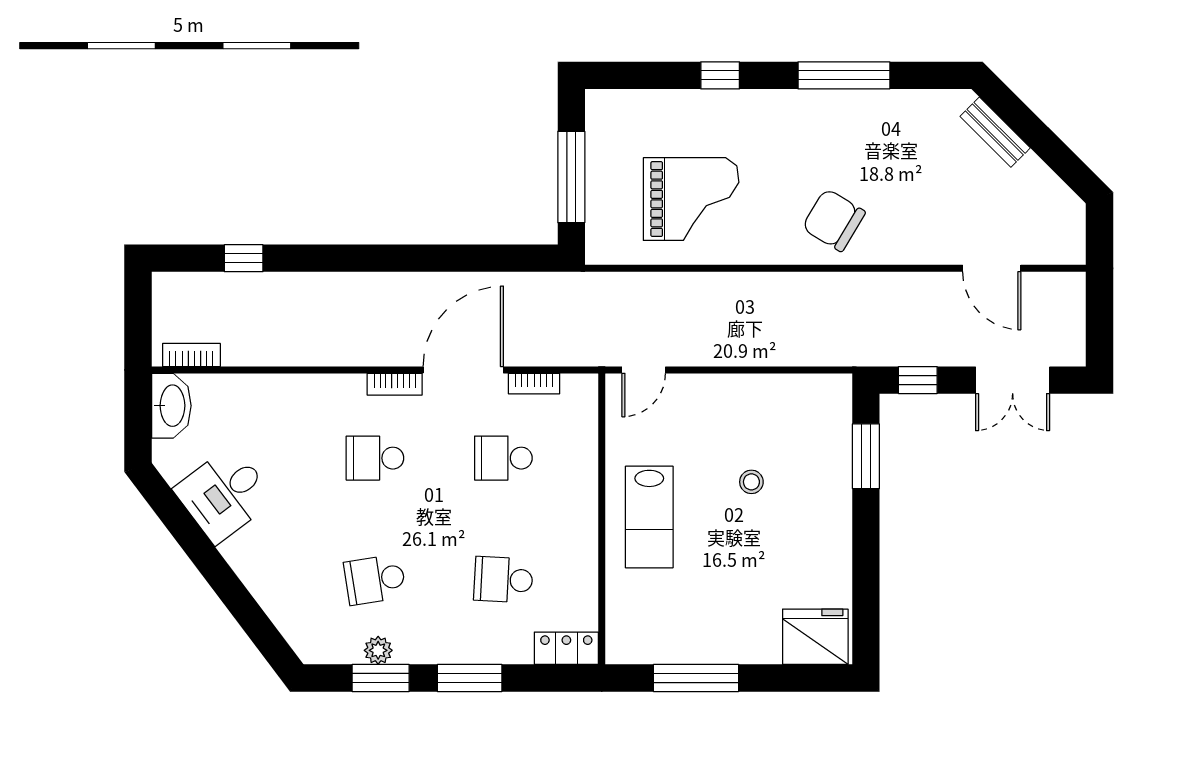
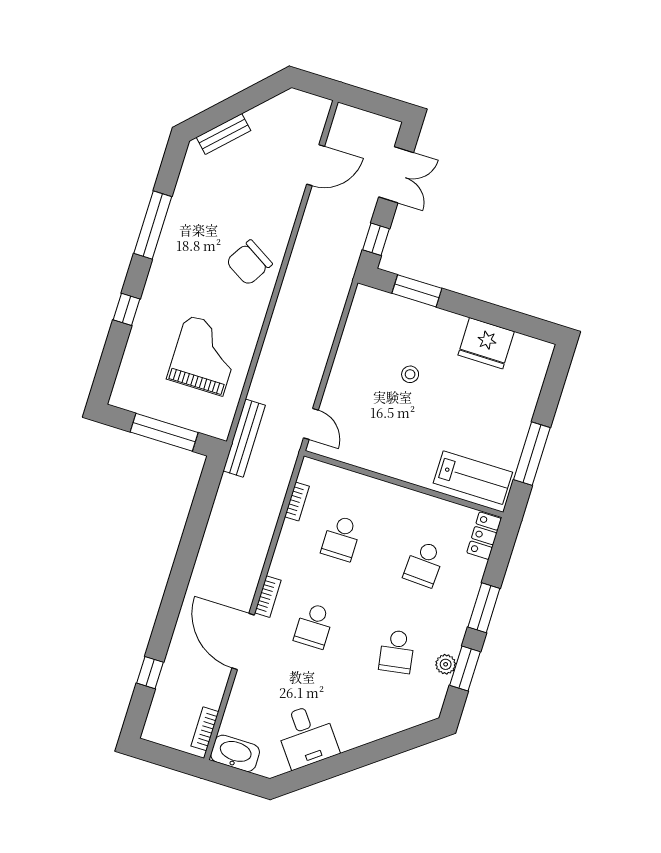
bench: (597, 287) -> (244, 438), added
door: (463, 370) -> (243, 642), moved
lab bench: (649, 517) -> (473, 478), moved
fridge: (815, 637) -> (486, 343), moved, turned -90

